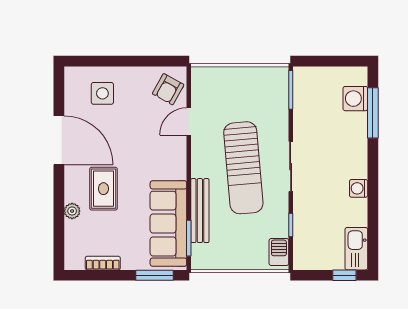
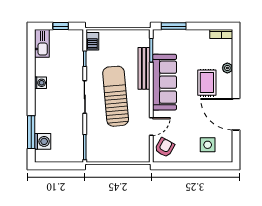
sofa: (168, 224) -> (164, 82), moved
bookcase: (103, 263) -> (221, 34), moved
window: (344, 275) -> (61, 26), moved

